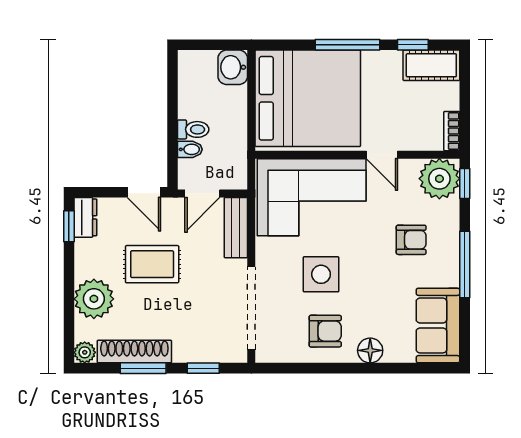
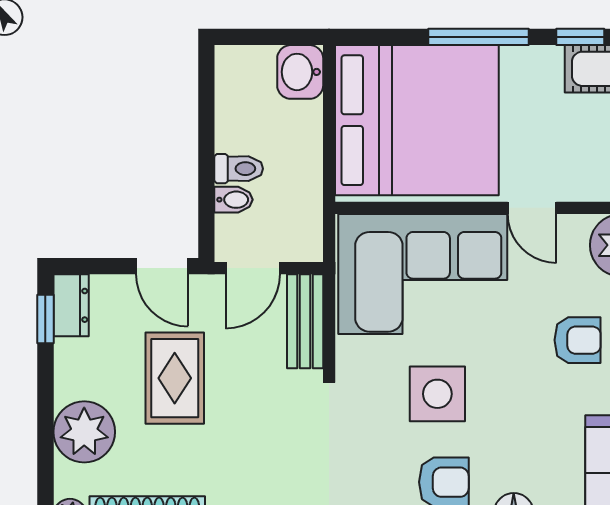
rug: (152, 264) -> (175, 378), turned 90

